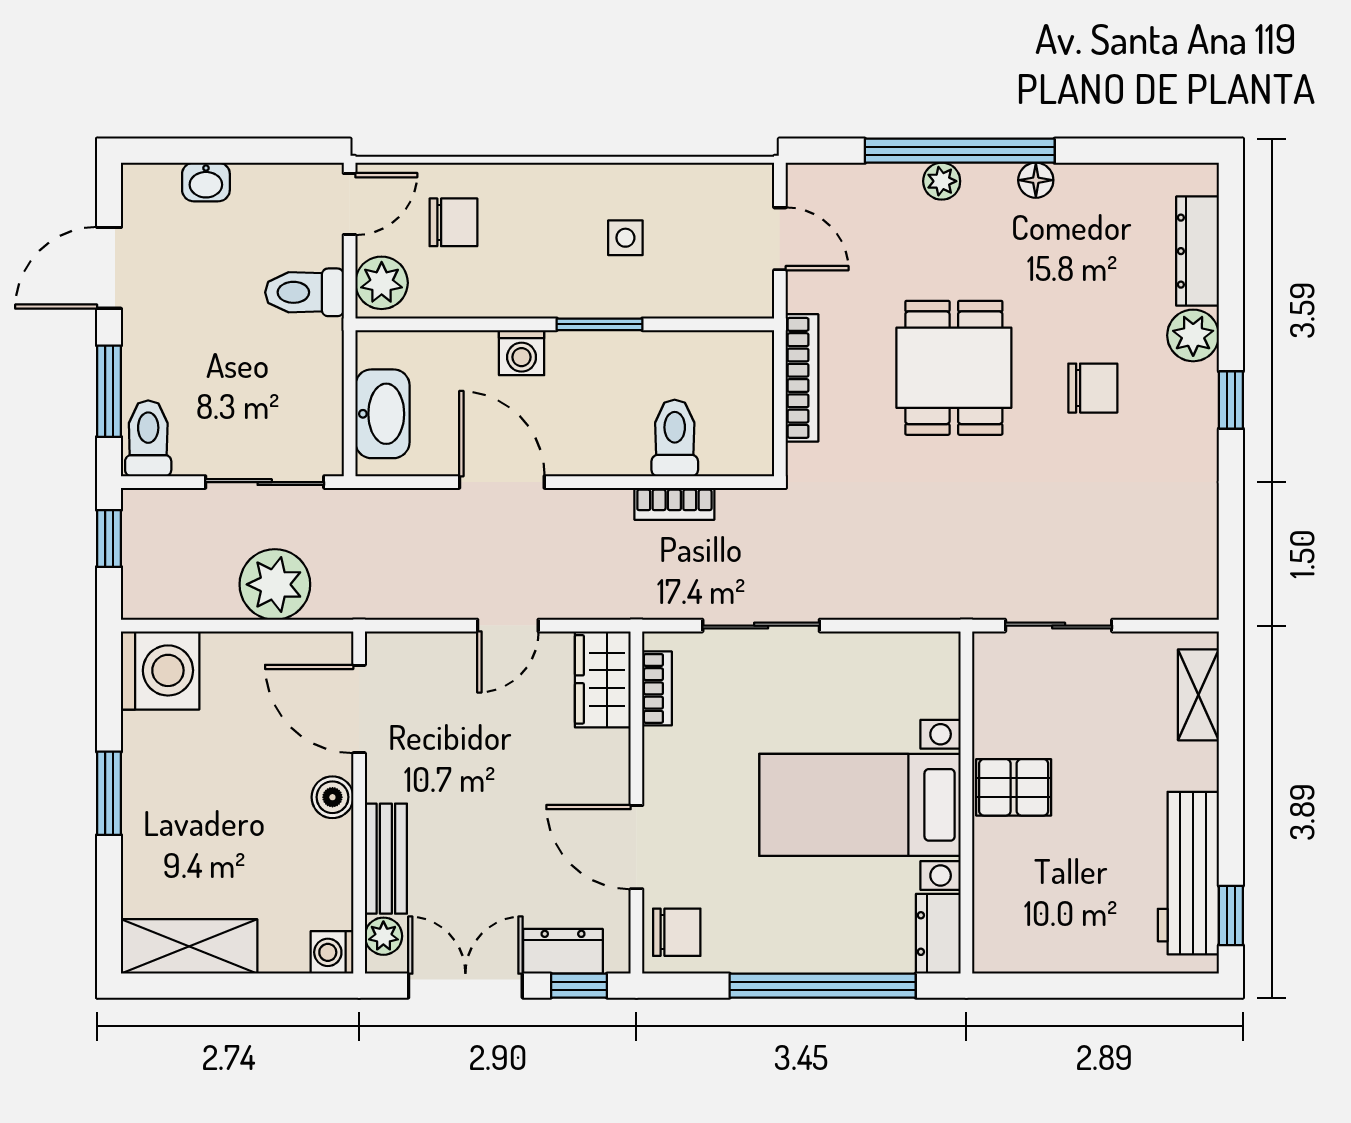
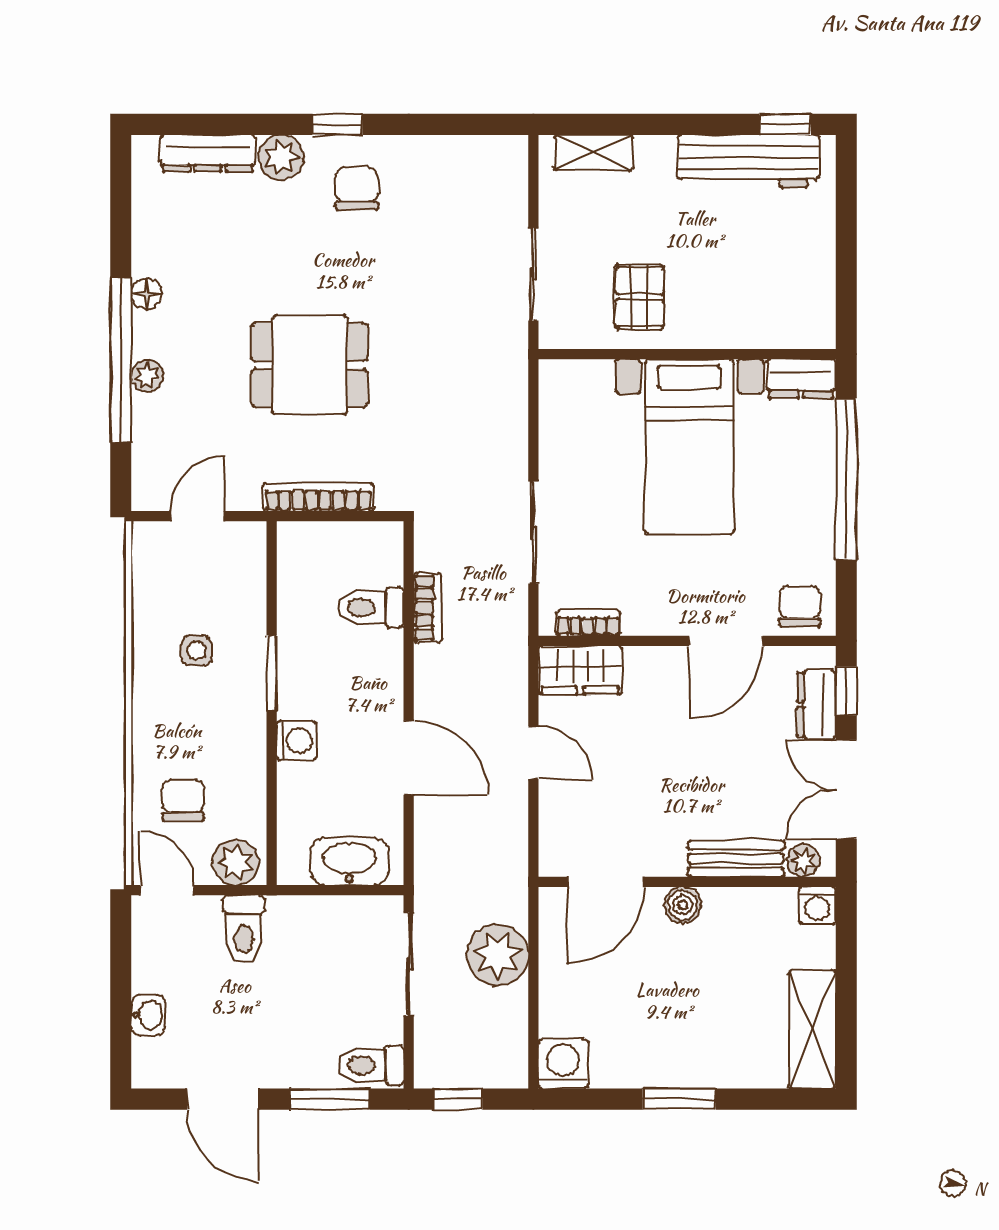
chair: (1093, 388) -> (357, 189), moved
door: (502, 482) -> (409, 758), swing flipped
washing machine: (160, 670) -> (563, 1064), width x0.73, depth x0.73
pallet: (1014, 787) -> (639, 297), moved

